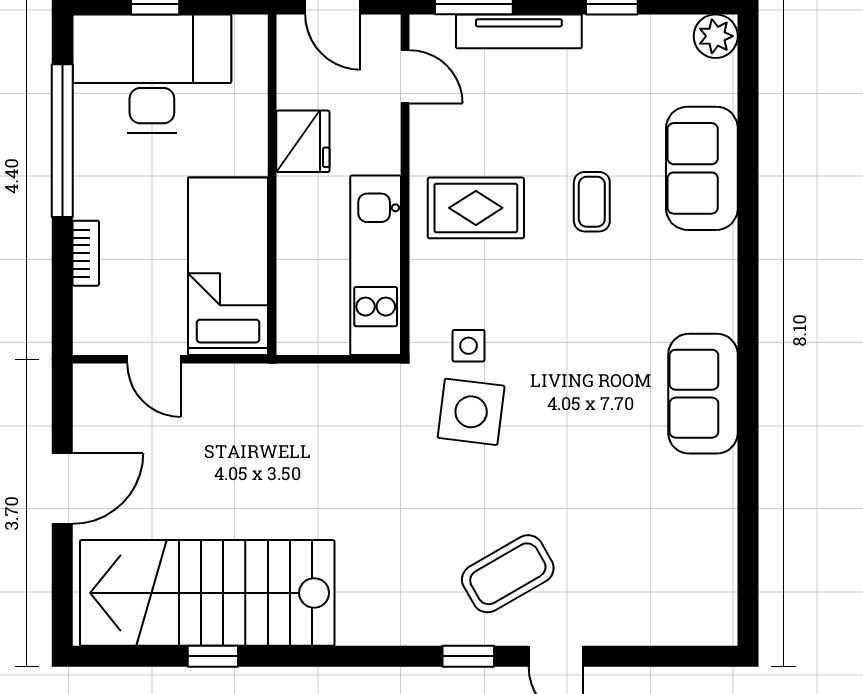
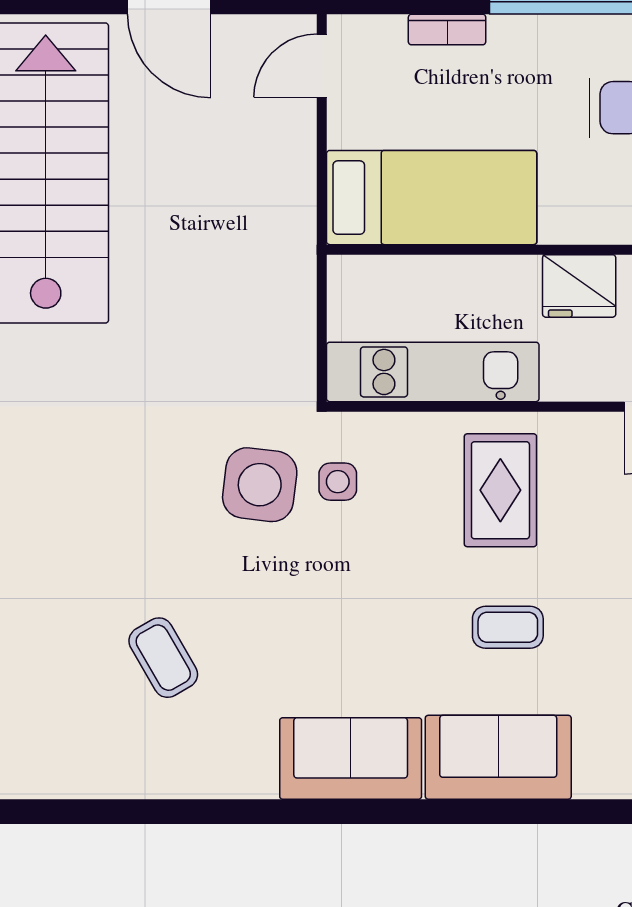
sofa: (702, 168) -> (498, 757), moved
door: (154, 359) -> (322, 66), moved
sofa: (703, 394) -> (351, 758), moved
coffee table: (508, 574) -> (163, 658), moved, width x0.73, depth x0.77

